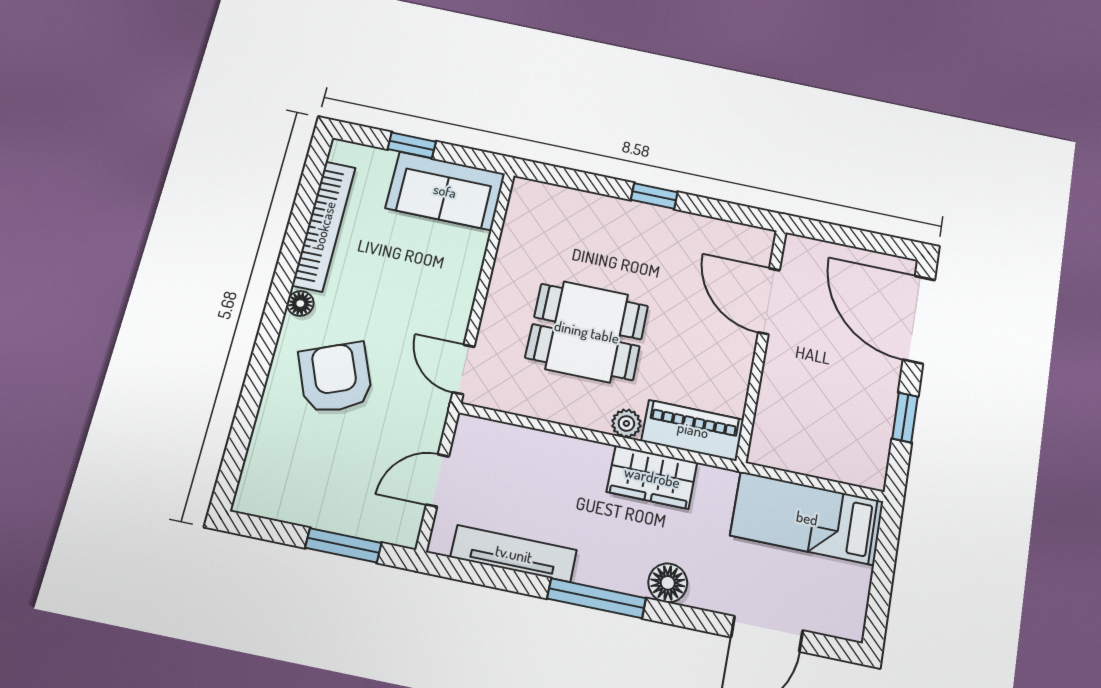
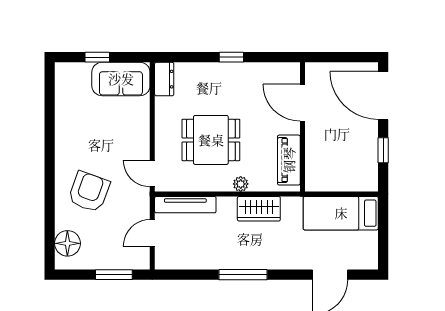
dresser: (524, 208) -> (164, 79), added
bookcase: (324, 226) -> (63, 113), removed
floor lamp: (300, 303) -> (67, 243), moved, width x1.89, depth x1.89
armchair: (335, 378) -> (89, 192), turned 42
piano: (693, 430) -> (289, 160), moved, turned -90
tv unit: (514, 554) -> (185, 205), moved, turned 180
floor lamp: (668, 583) -> (277, 260), removed

